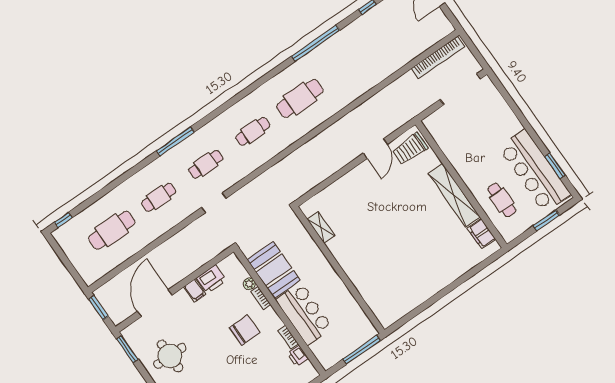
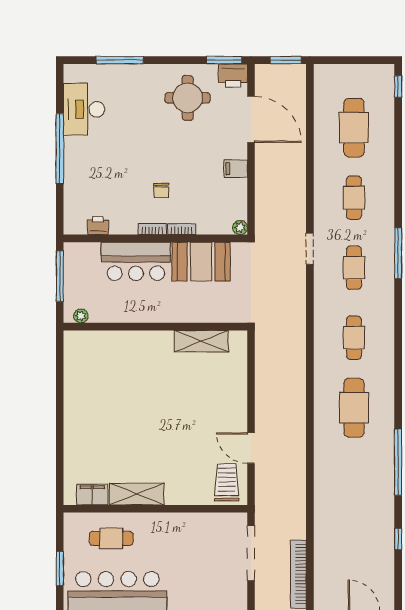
doorway: (460, 89) -> (251, 553), moved
shelving: (454, 195) -> (137, 494), width x0.68
shelving: (321, 228) -> (201, 341), width x1.50, depth x1.33
printer: (211, 279) -> (233, 76), moved, turned -90
plant: (249, 284) -> (240, 228), moved
plant: (367, 325) -> (81, 316), added
chair: (245, 330) -> (161, 191), width x0.54, depth x0.54
bookcase: (288, 337) -> (152, 229), moved
window: (362, 350) -> (60, 276), moved

